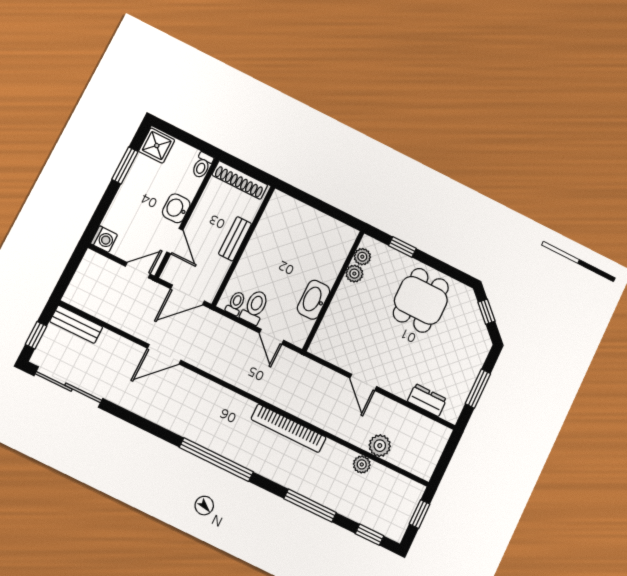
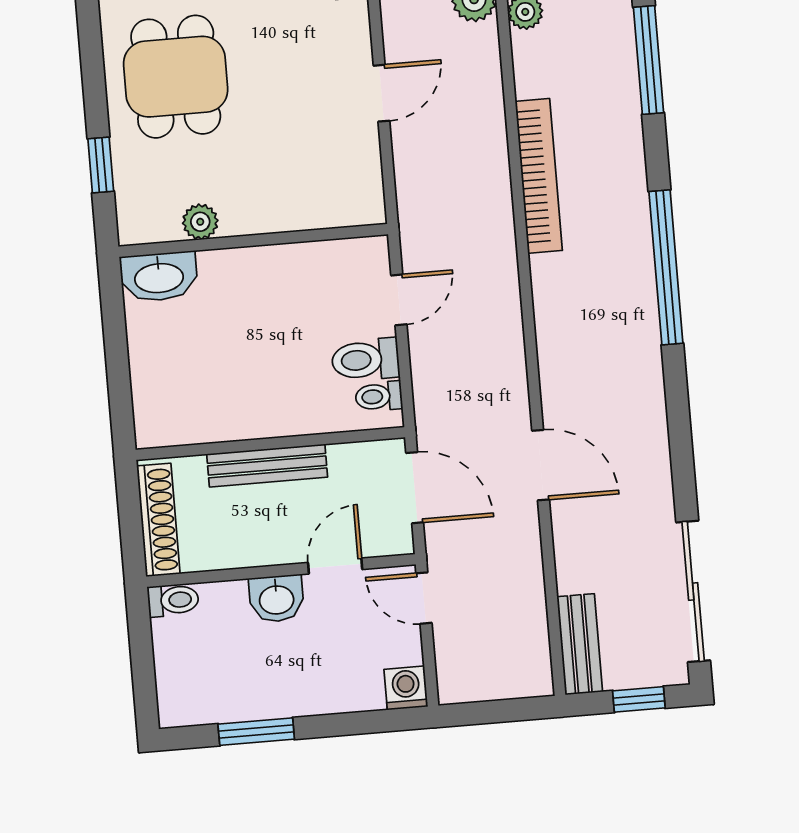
shower: (157, 146) -> (187, 699), removed
bench: (235, 239) -> (267, 466), width x1.36
plant: (362, 257) -> (162, 225), removed
washbasin: (314, 300) -> (159, 277), moved
dining table: (421, 300) -> (176, 77), turned 90

